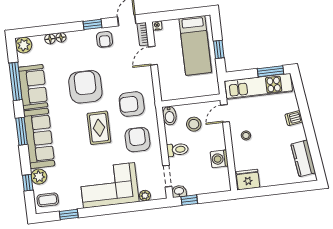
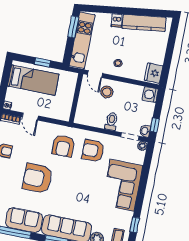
bidet: (169, 116) -> (82, 119), removed
stool: (194, 124) -> (107, 92), moved
rug: (99, 128) -> (74, 178), removed
kitchen counter: (303, 158) -> (144, 23), width x1.50
washing machine: (219, 159) -> (150, 95), moved, turned 90
plant: (145, 196) -> (142, 146), moved

